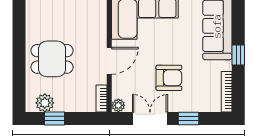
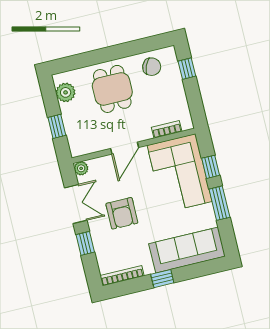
chair: (40, 18) -> (152, 67), added
door: (109, 61) -> (125, 148), hinge flipped
bookcase: (102, 98) -> (167, 129), moved
window: (54, 118) -> (57, 126), moved

